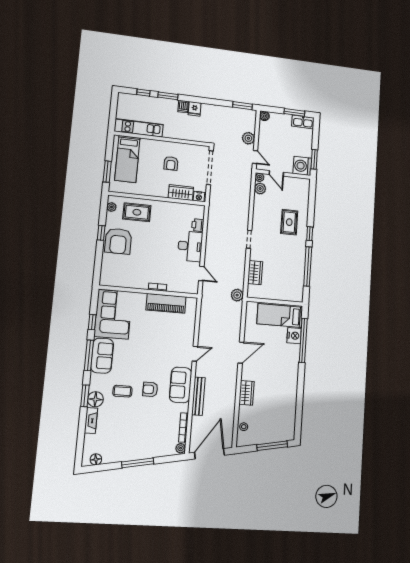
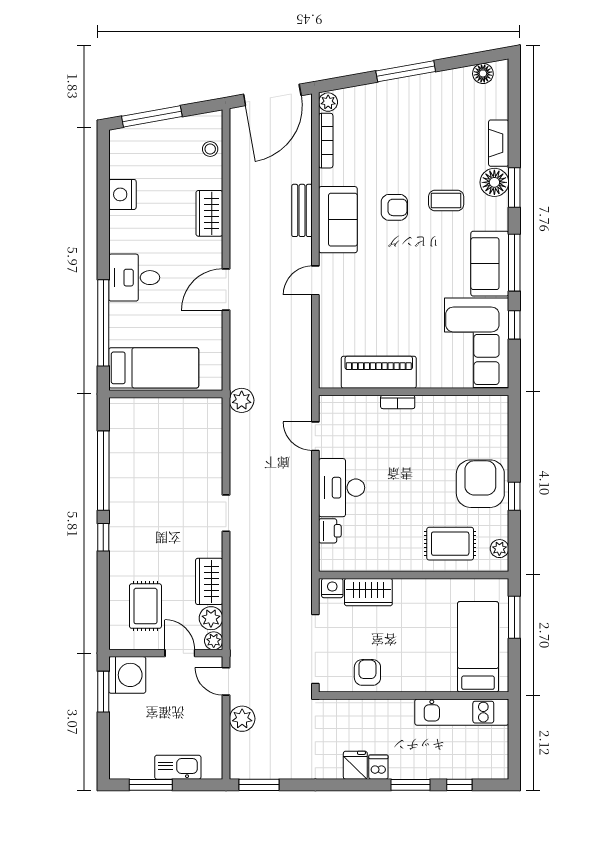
boiler: (264, 116) -> (213, 769), removed
kitchen sink: (303, 122) -> (178, 767), moved
armchair: (171, 163) -> (367, 672), moved
rug: (289, 222) -> (145, 606), moved
wardrobe: (255, 273) -> (209, 581), moved
nightstand: (294, 336) -> (122, 194), moved
desk: (286, 362) -> (134, 278), added
bench: (198, 396) -> (302, 210), width x0.73

